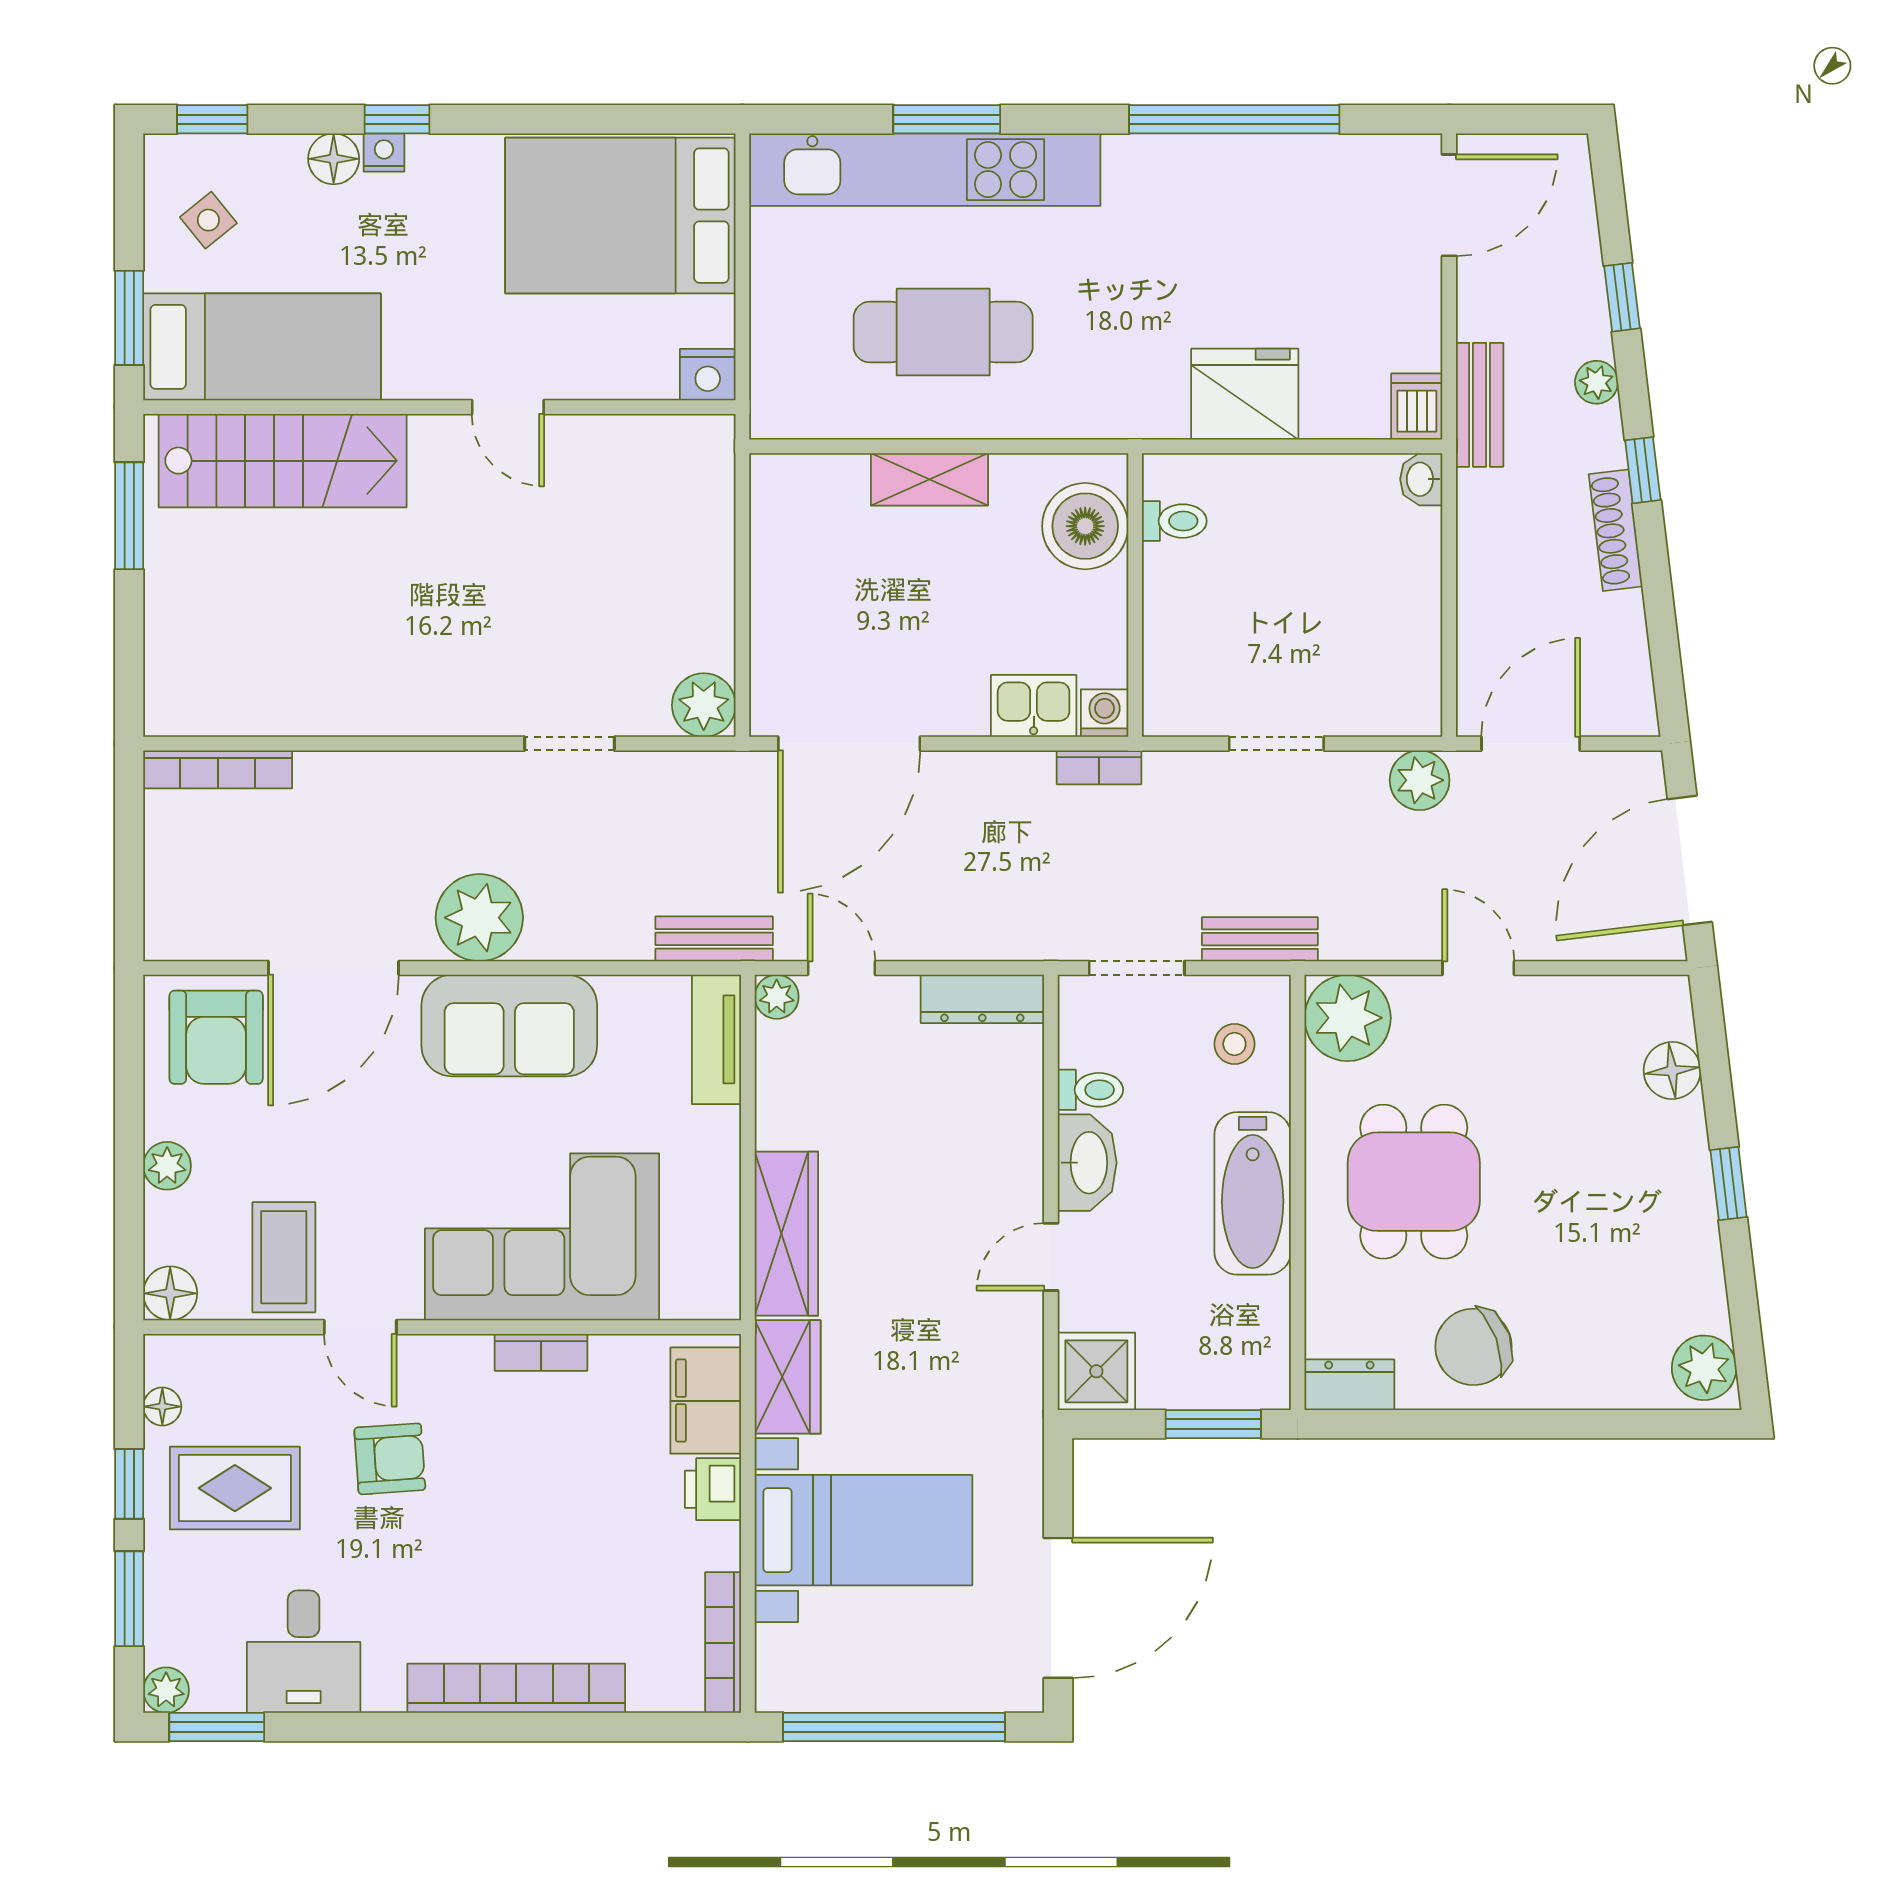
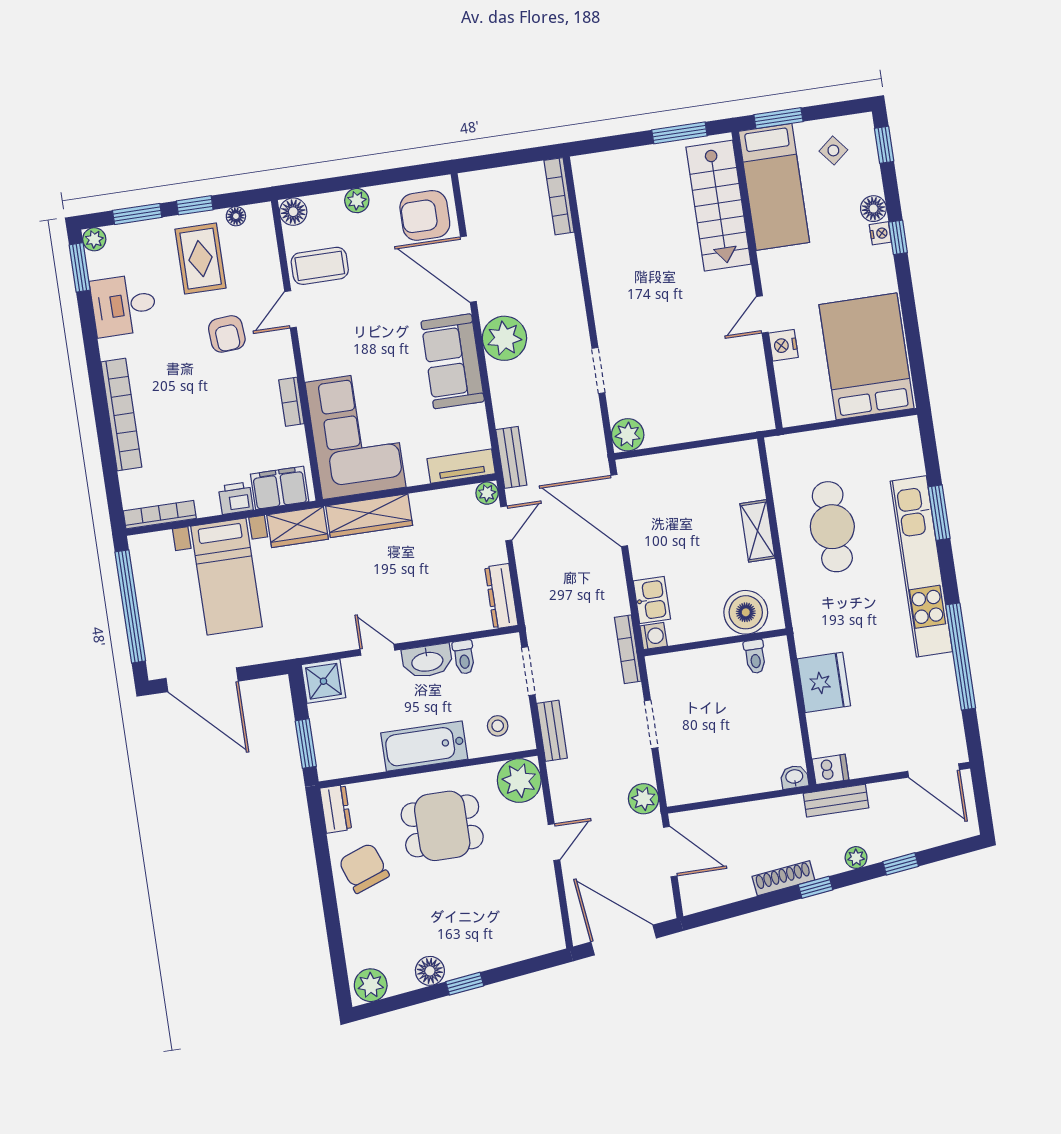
kitchen unit: (925, 170) -> (921, 566), moved
nightstand: (708, 375) -> (783, 345), moved
bookcase: (1099, 767) -> (628, 649), width x1.56
floor lamp: (1672, 1071) -> (430, 971), moved
corner sofa: (542, 1237) -> (355, 435), moved

